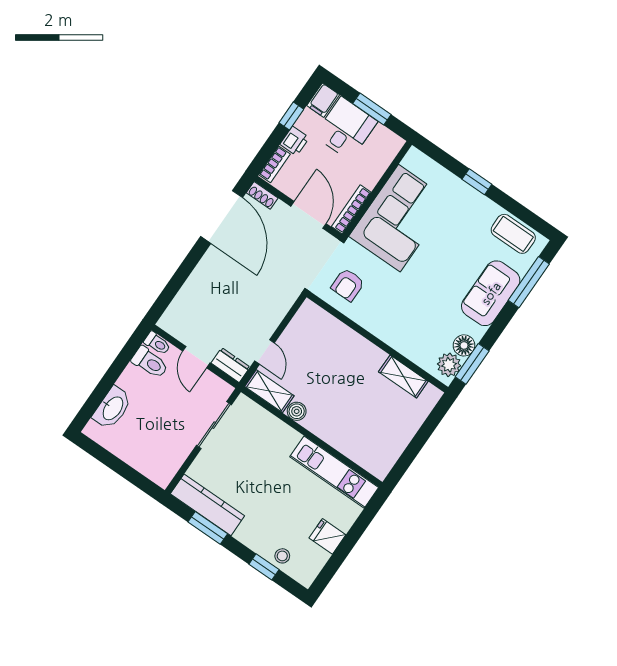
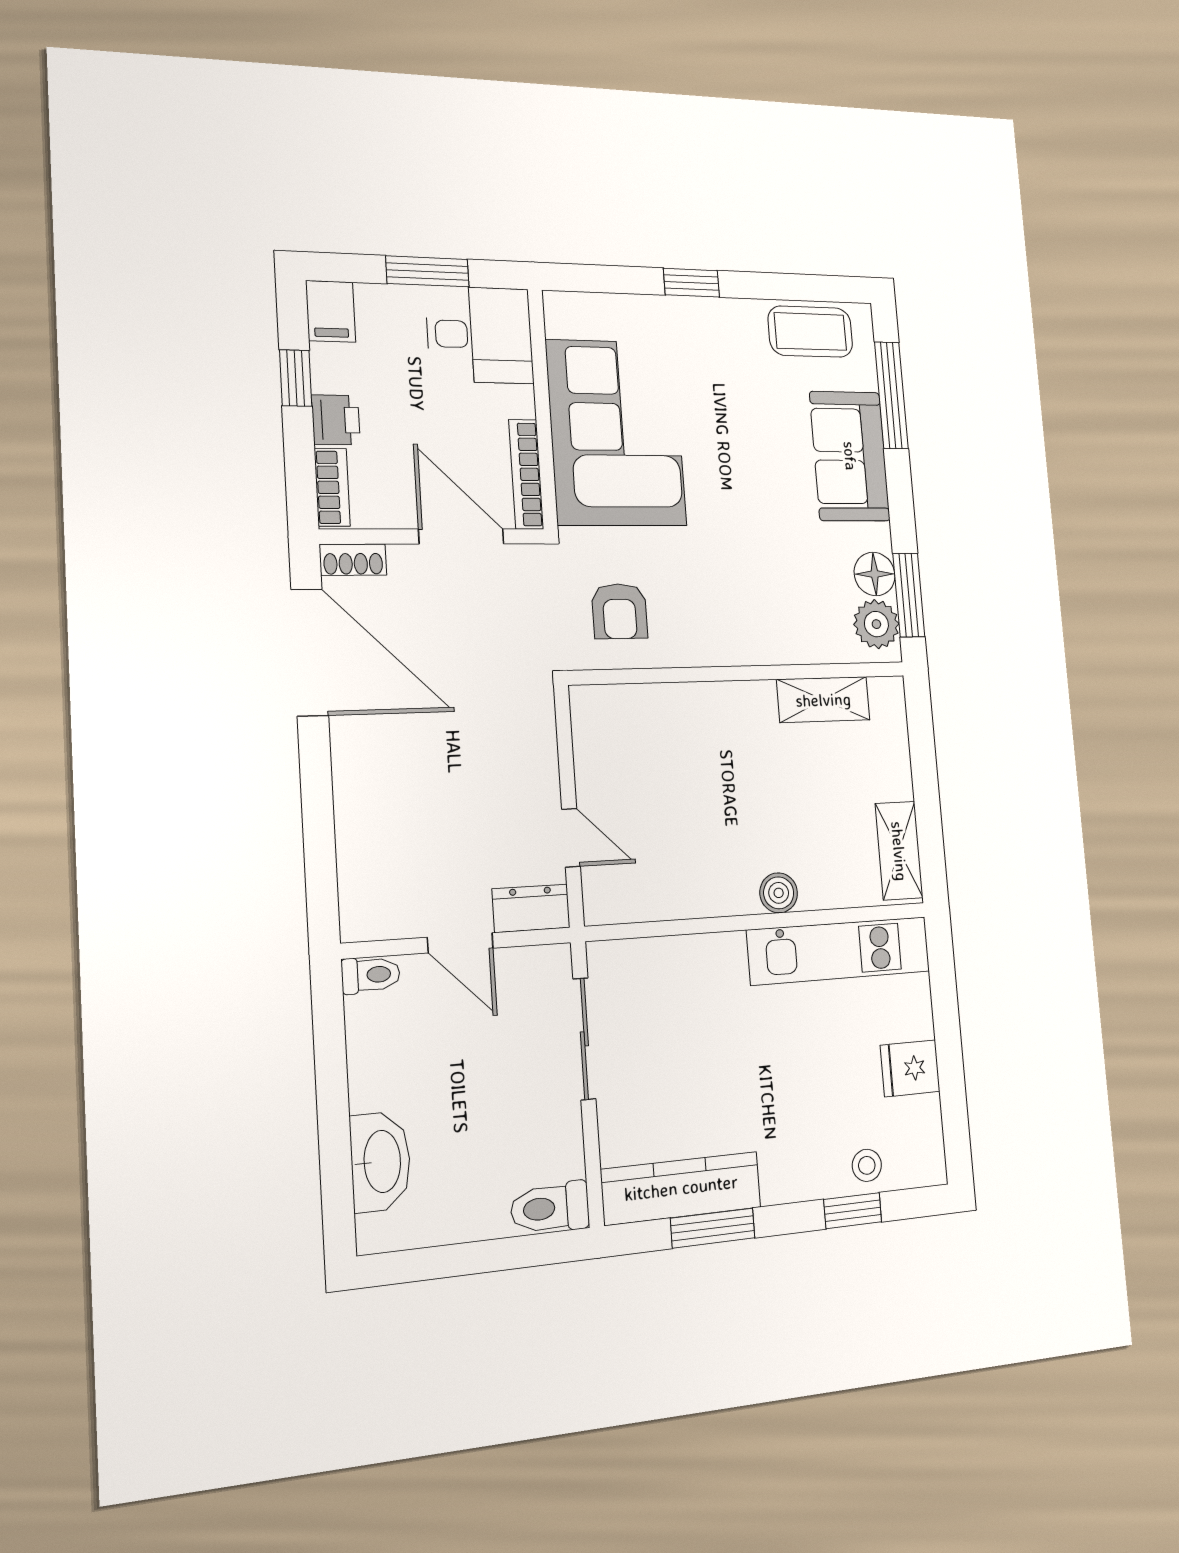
desk: (346, 128) -> (480, 335), moved, turned 90
toilet: (150, 362) -> (550, 1208), moved, turned 180
shelving: (269, 391) -> (899, 851), moved, turned 90
boiler: (297, 411) -> (779, 893), moved

